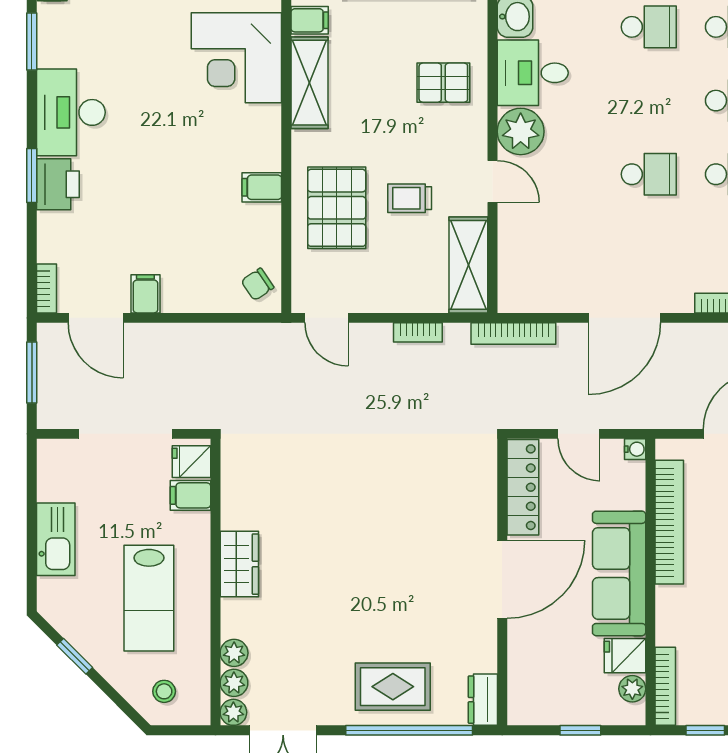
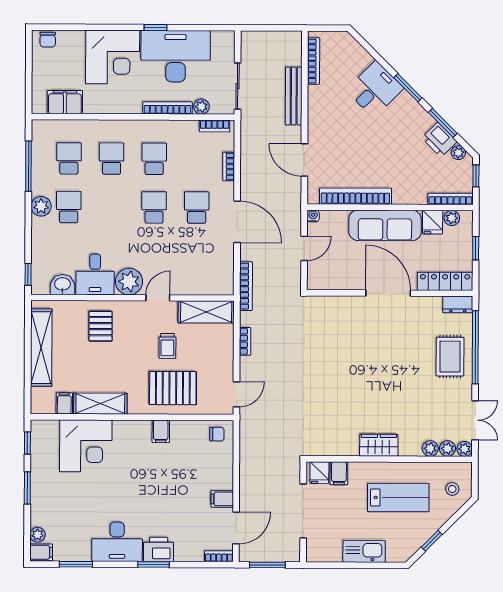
school desk: (649, 248) -> (197, 208), added
chair: (257, 284) -> (217, 434), turned -56
locker: (523, 487) -> (445, 281), moved

